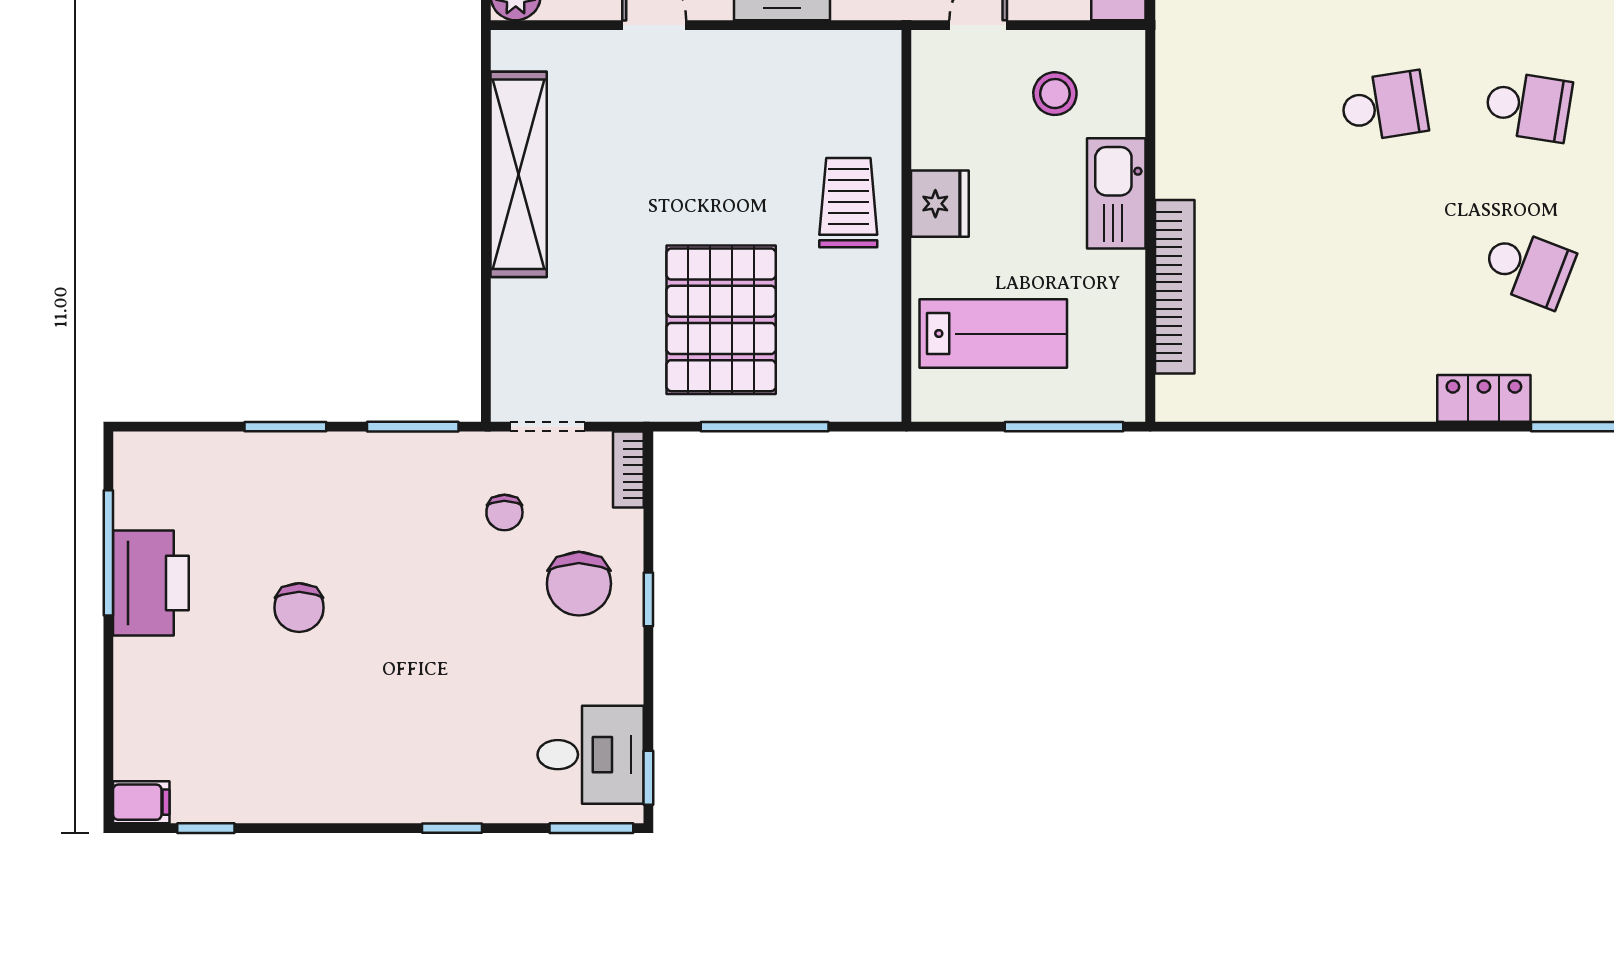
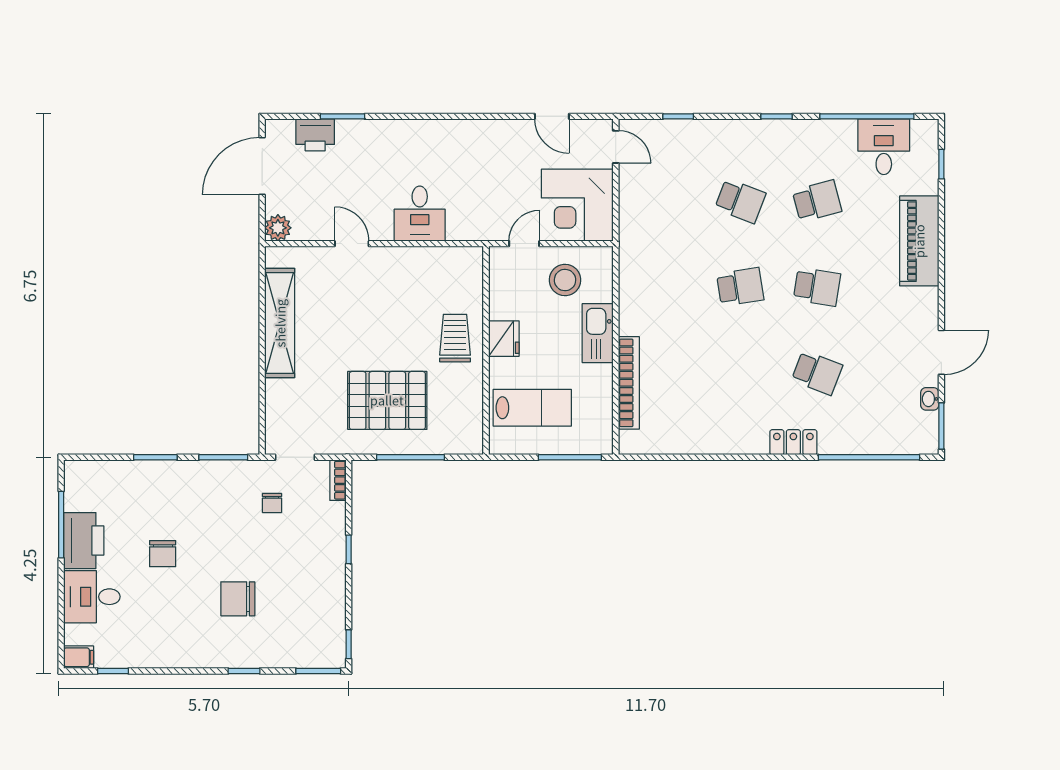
stool: (1055, 94) -> (565, 280), width x1.38, depth x1.38
pallet: (721, 320) -> (387, 400), turned 90
chair: (579, 584) -> (238, 599), moved, turned 90
desk: (591, 755) -> (92, 597), moved, turned 180

